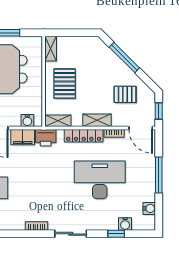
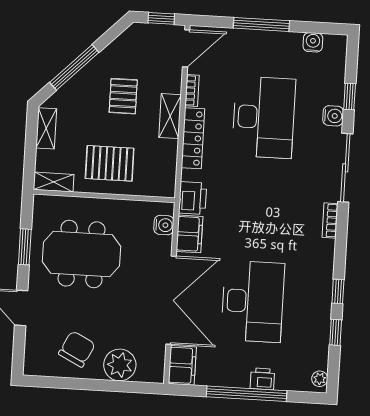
pallet: (125, 94) -> (123, 96), moved
shelving: (58, 121) -> (46, 128), moved
desk: (100, 180) -> (264, 117), turned 180
water cooler: (125, 224) -> (333, 116), moved
sliding door: (71, 234) -> (345, 168), width x1.37

